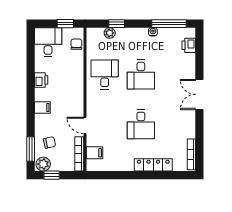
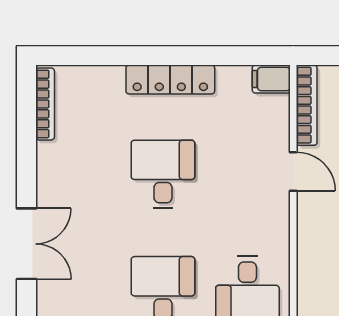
filing cabinet: (94, 153) -> (271, 79), moved
locker: (153, 165) -> (170, 80), moved

